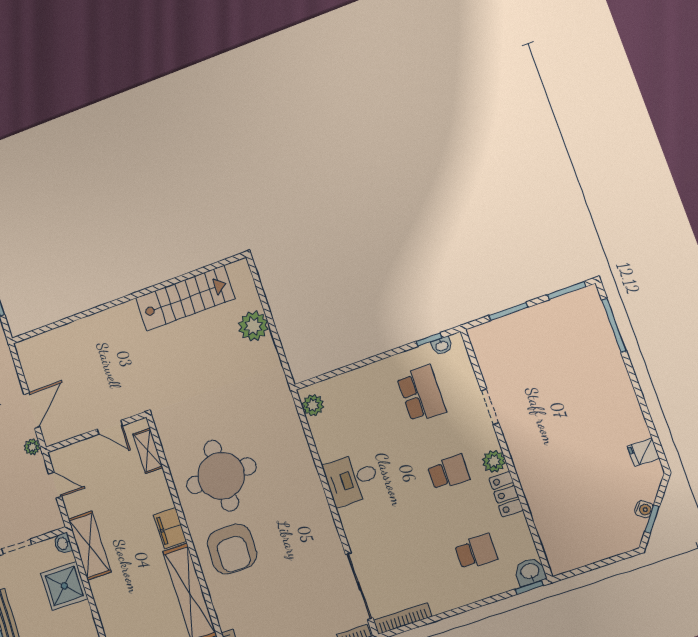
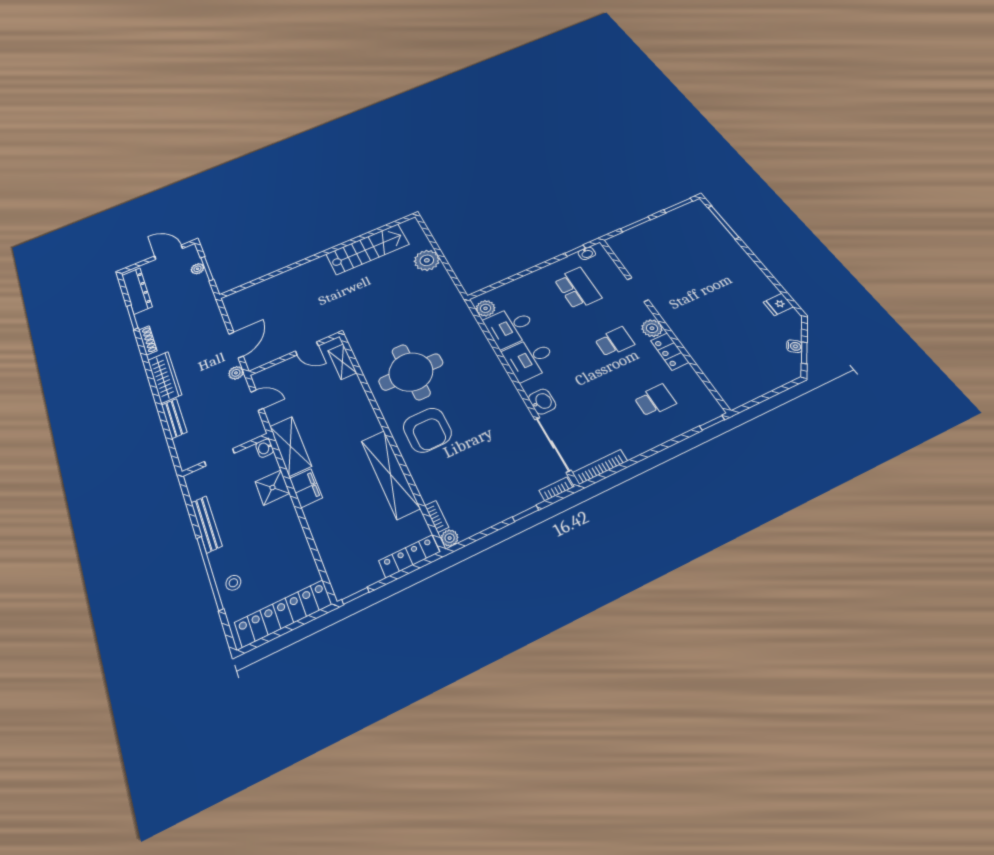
desk: (337, 434) -> (510, 327), added
filing cabinet: (170, 528) -> (306, 488), moved, turned 180
washbasin: (530, 572) -> (542, 402), moved, turned 90
shower: (64, 586) -> (272, 488), width x0.73, depth x0.73

